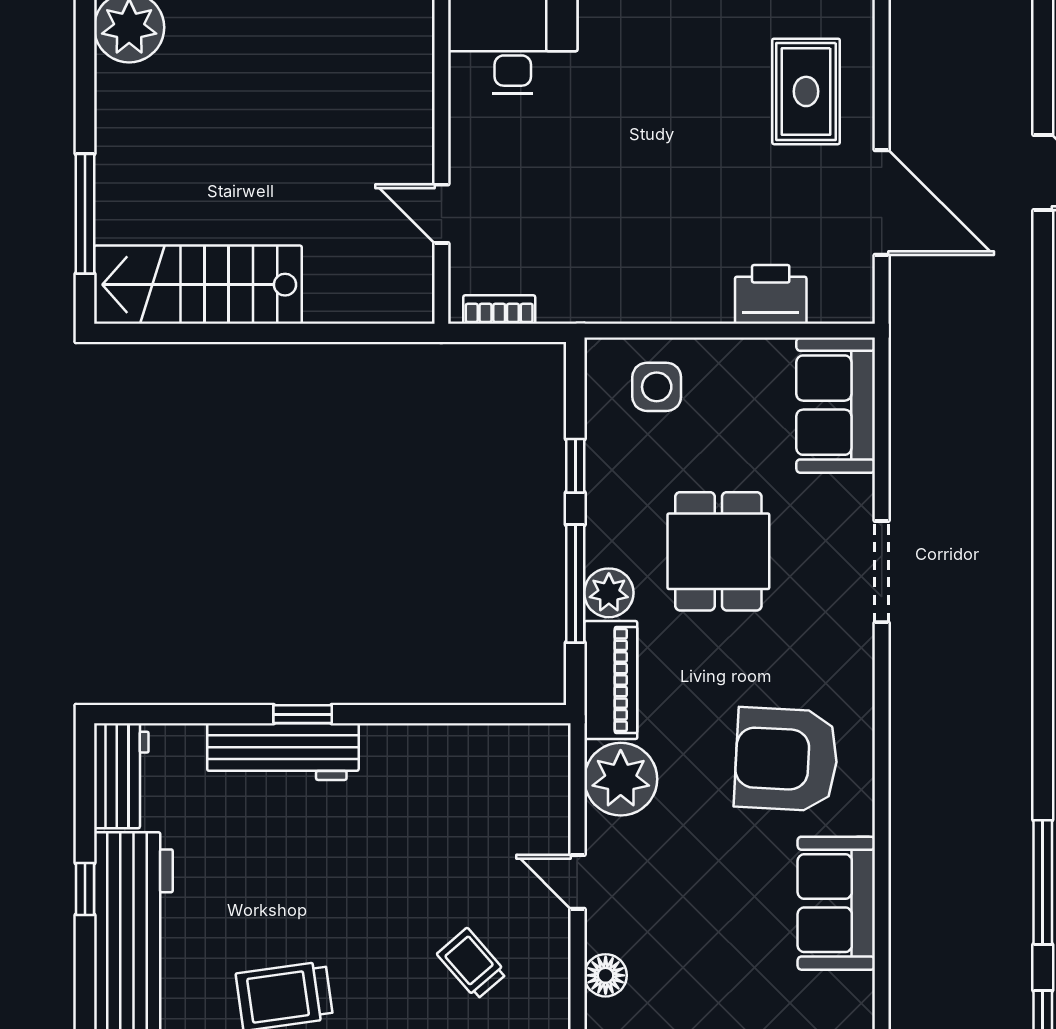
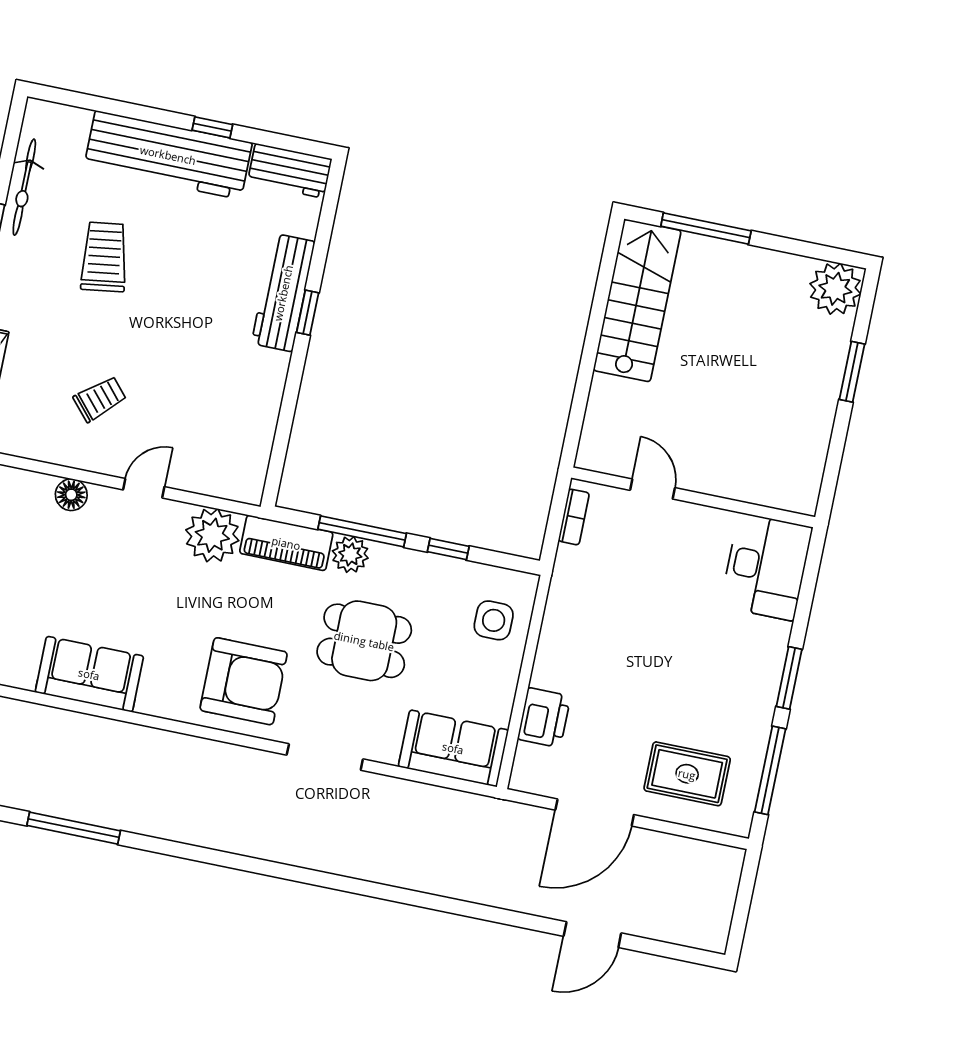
door: (441, 214) -> (652, 489), hinge flipped
armchair: (786, 759) -> (244, 681), moved, turned 87

